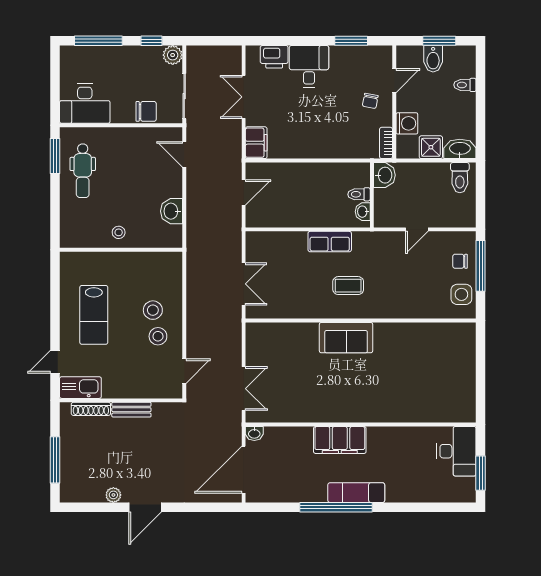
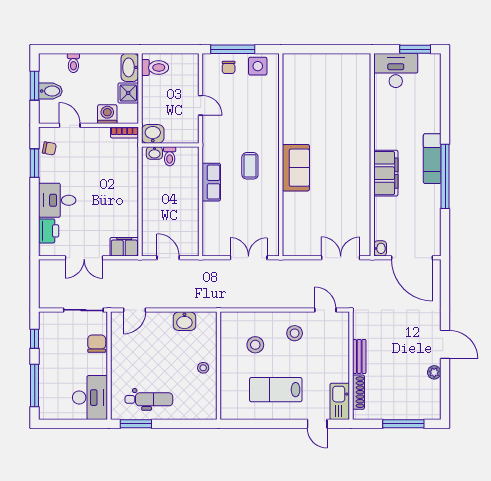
plant: (173, 55) -> (47, 320), removed
chair: (370, 101) -> (49, 148), moved
washbasin: (363, 212) -> (154, 153), moved
stool: (153, 310) -> (255, 345), moved
lab bench: (94, 315) -> (276, 390), turned 180

